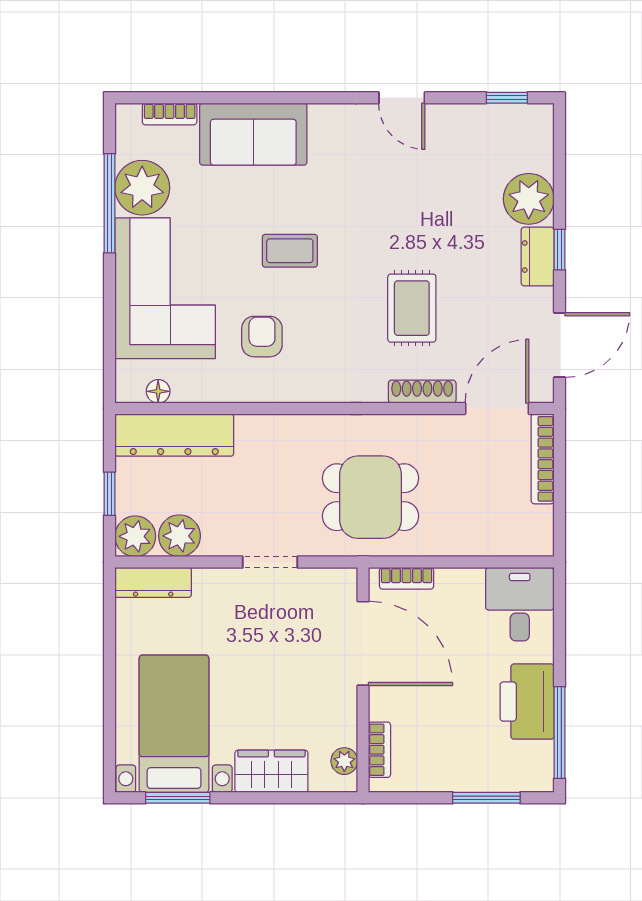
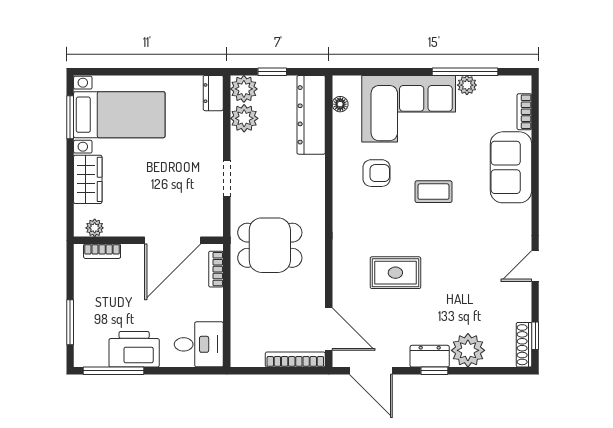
plant: (142, 188) -> (467, 85), width x0.53, depth x0.53
coffee table: (290, 251) -> (434, 192), turned 90
shoe rack: (422, 392) -> (524, 345), moved, turned 180
dining table: (370, 497) -> (270, 245), turned 90
dresser: (153, 582) -> (213, 93), width x0.70

